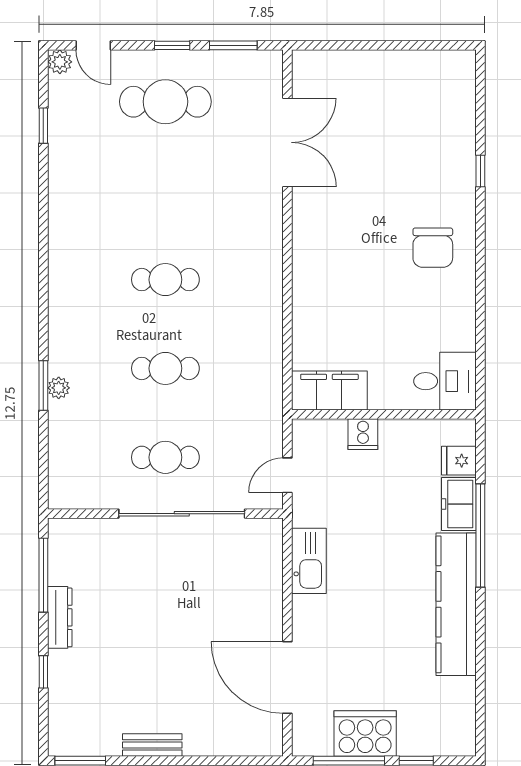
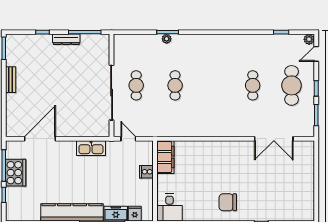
cafe table: (165, 280) -> (253, 85), moved

